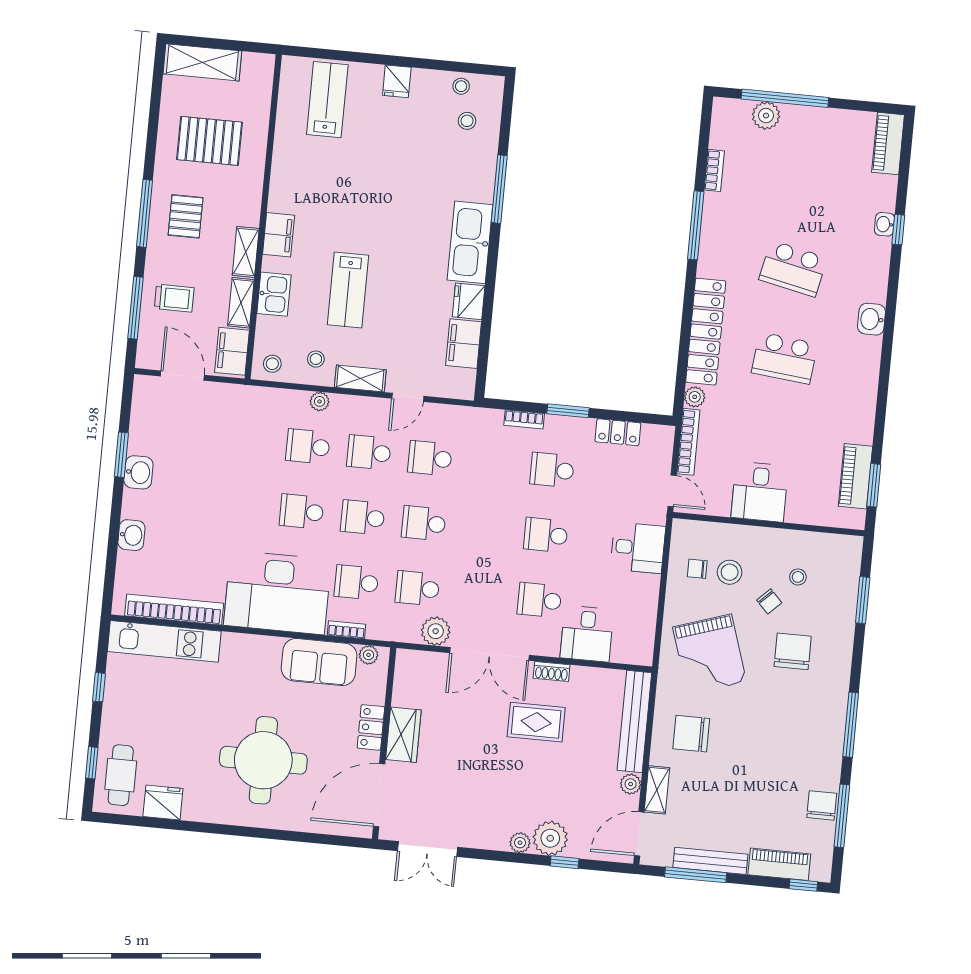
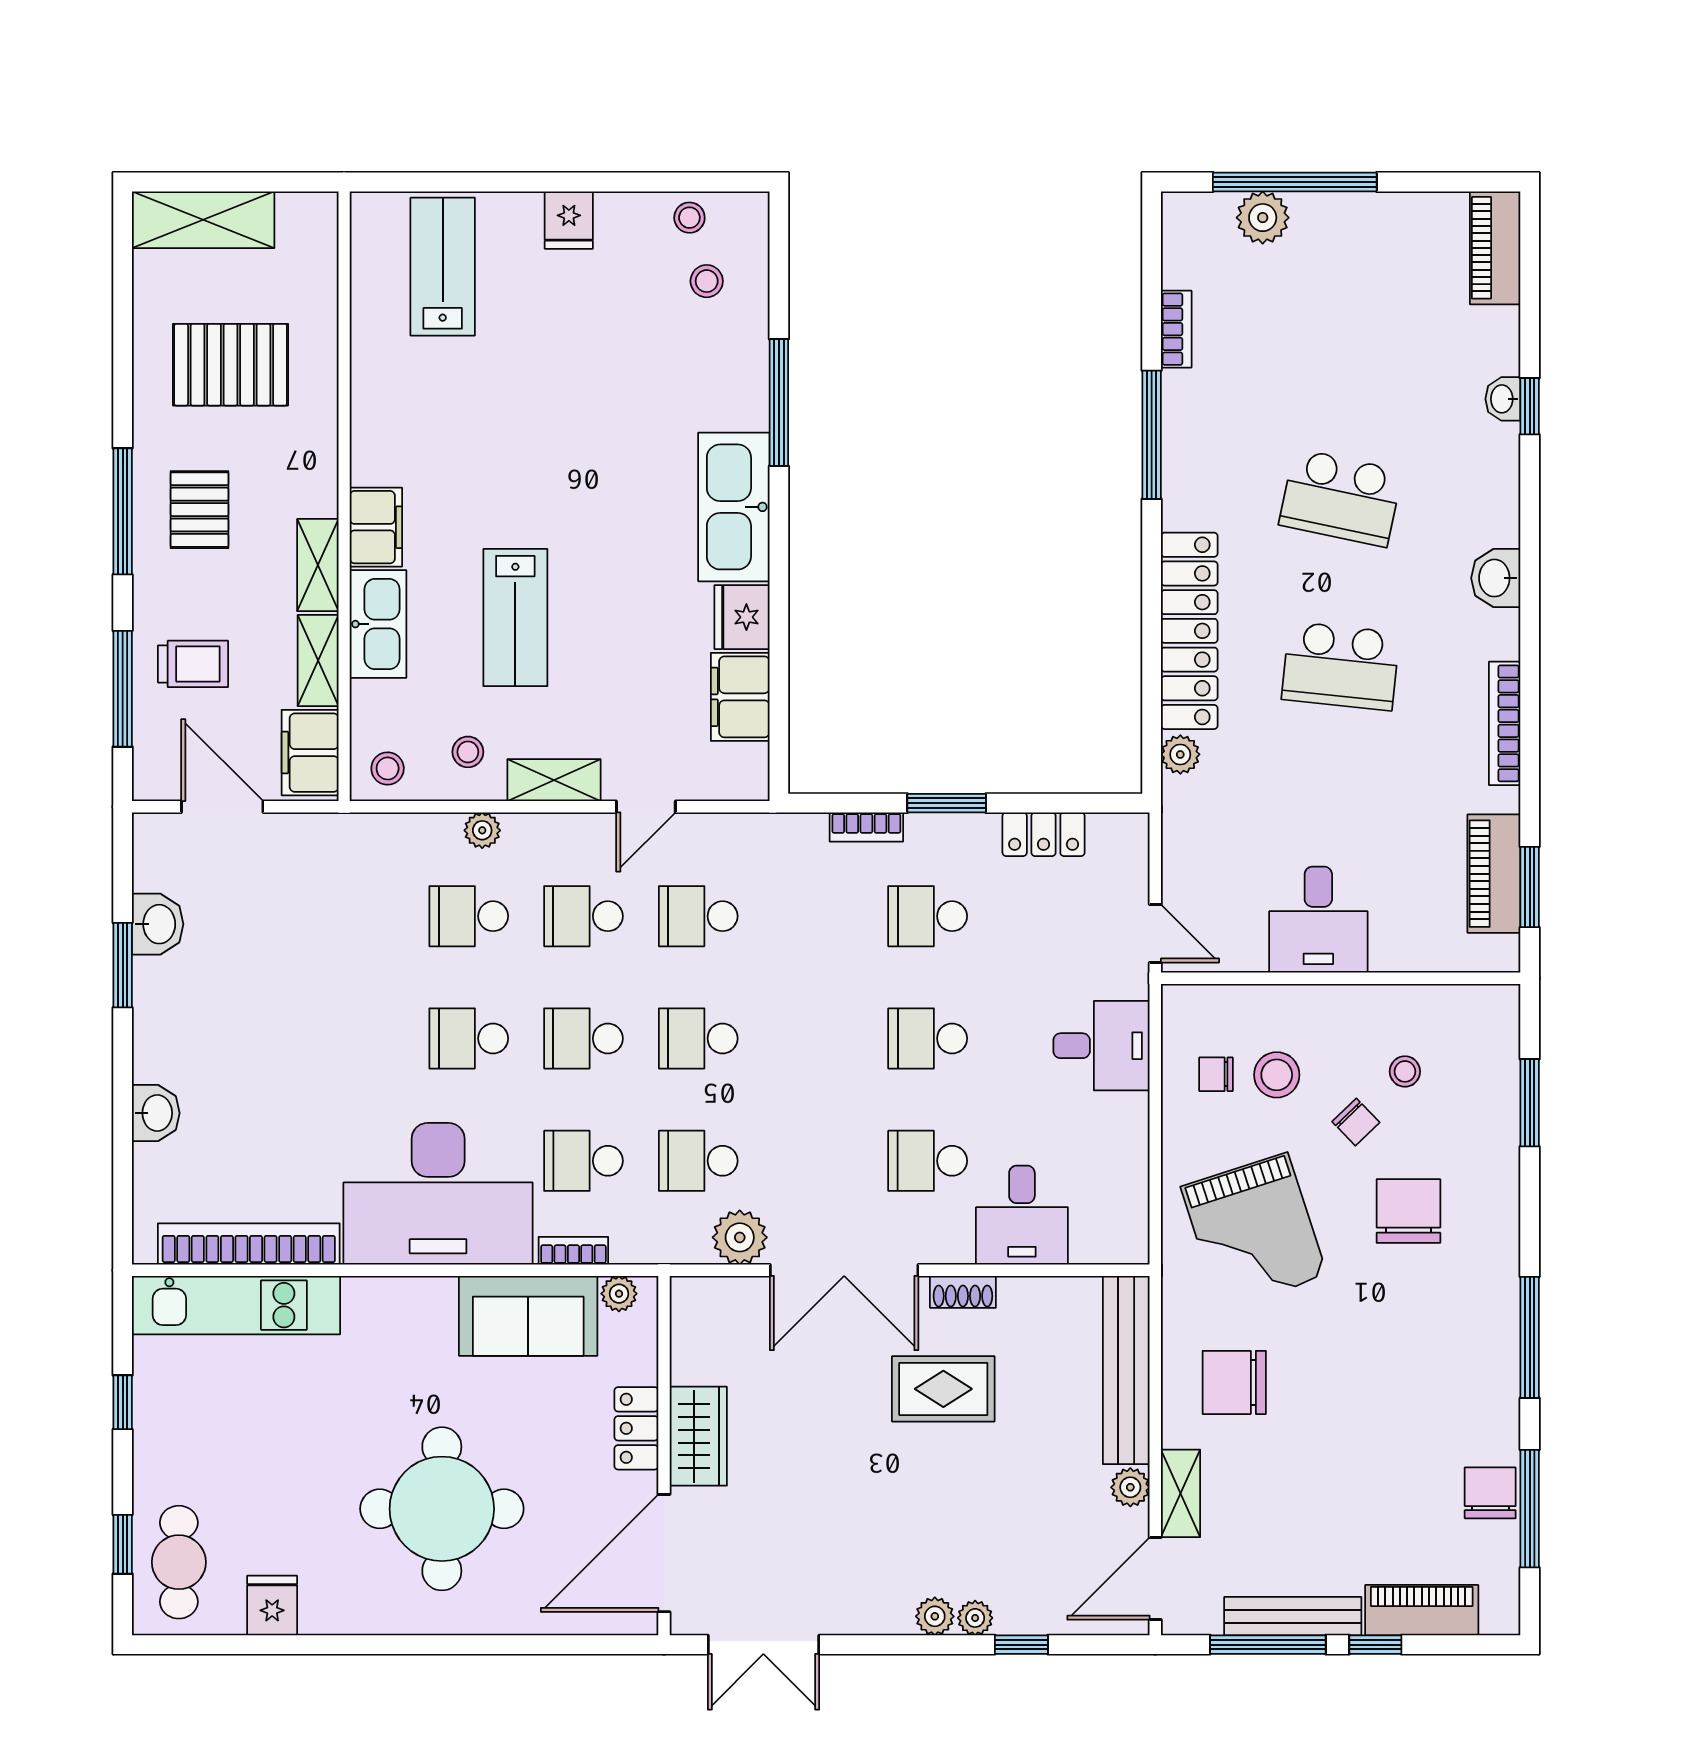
kitchen sink: (274, 294) -> (378, 624), width x1.38
bookcase: (688, 442) -> (1505, 723), moved, turned 180
washbasin: (138, 472) -> (158, 924), moved
fridge: (163, 803) -> (272, 1606), width x0.72
plant: (550, 838) -> (975, 1618), width x0.53, depth x0.53
window: (803, 885) -> (1375, 1645), moved

